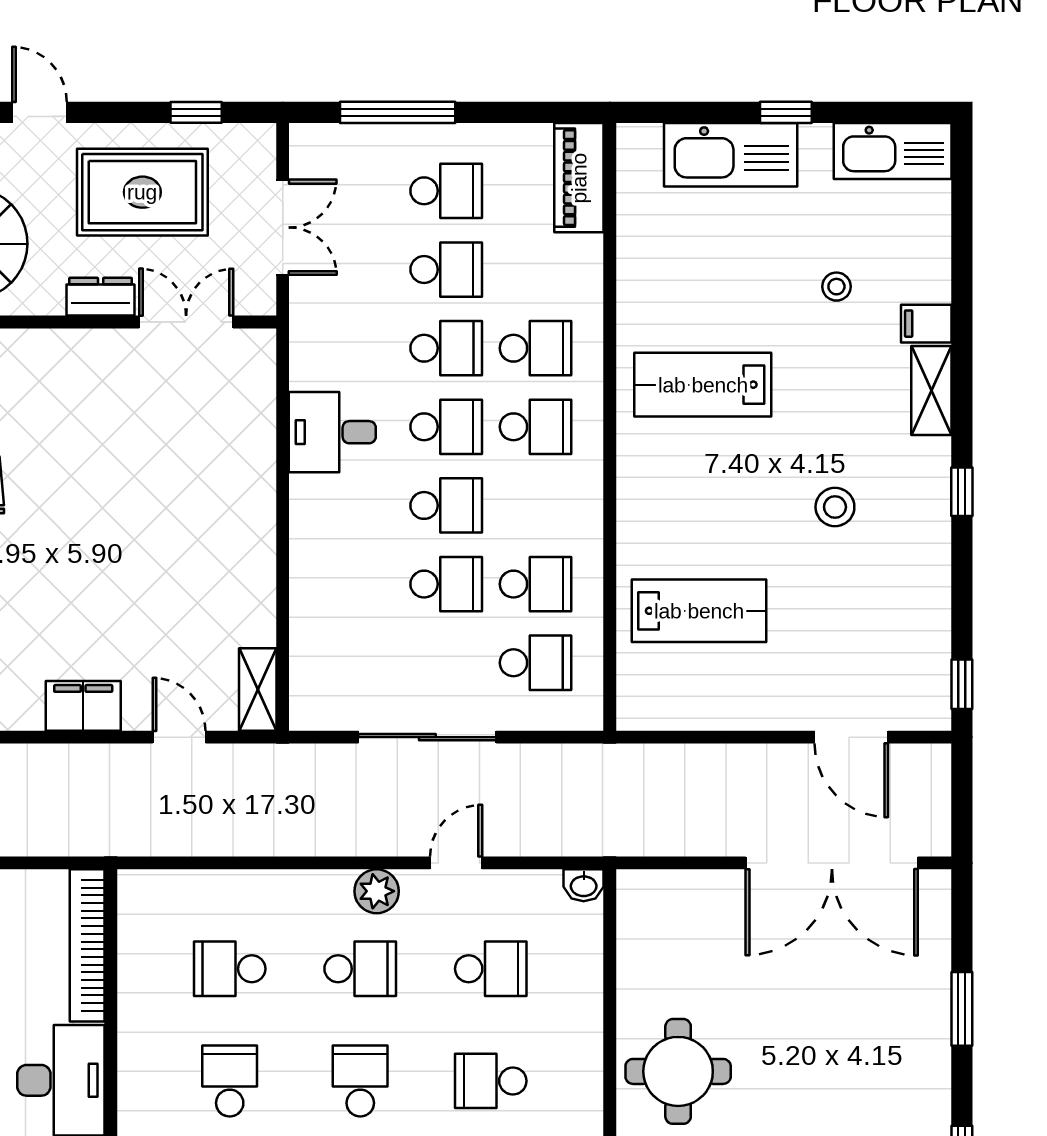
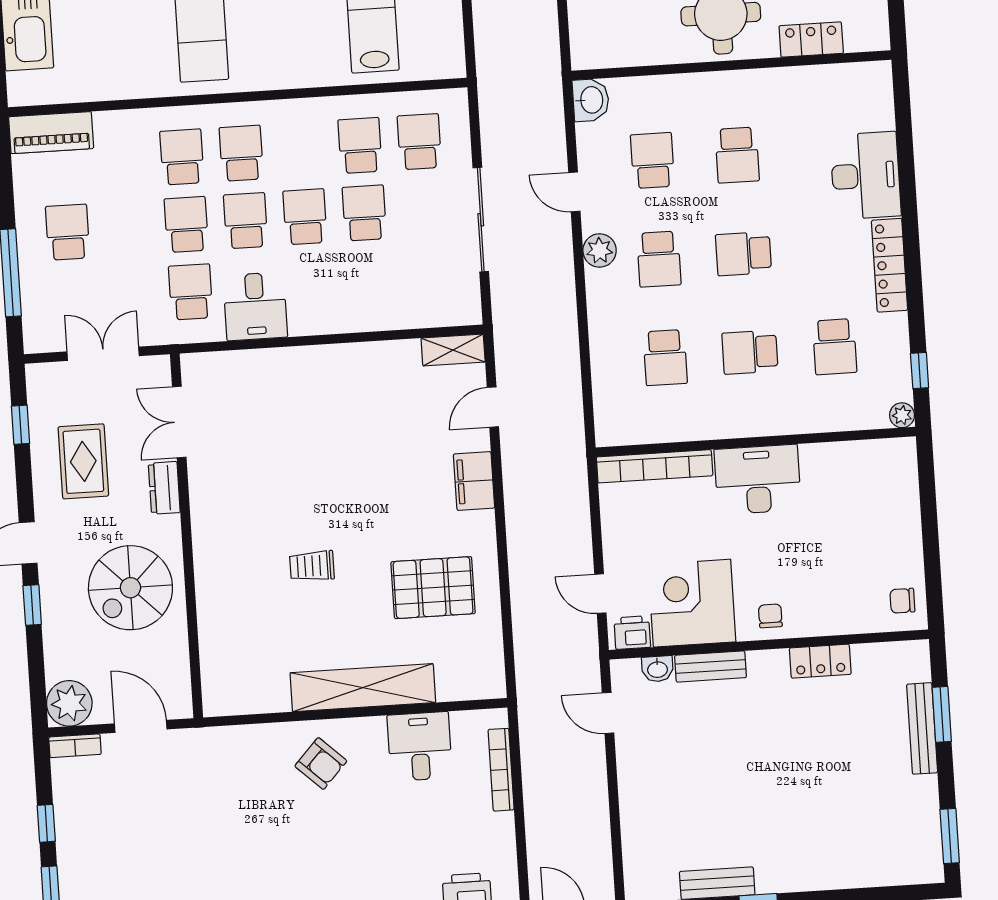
rug: (142, 192) -> (83, 461), width x0.73, depth x0.70
school desk: (446, 270) -> (191, 292), moved
washbasin: (584, 885) -> (591, 100), width x1.38, depth x1.45
school desk: (360, 969) -> (659, 259), turned 180

